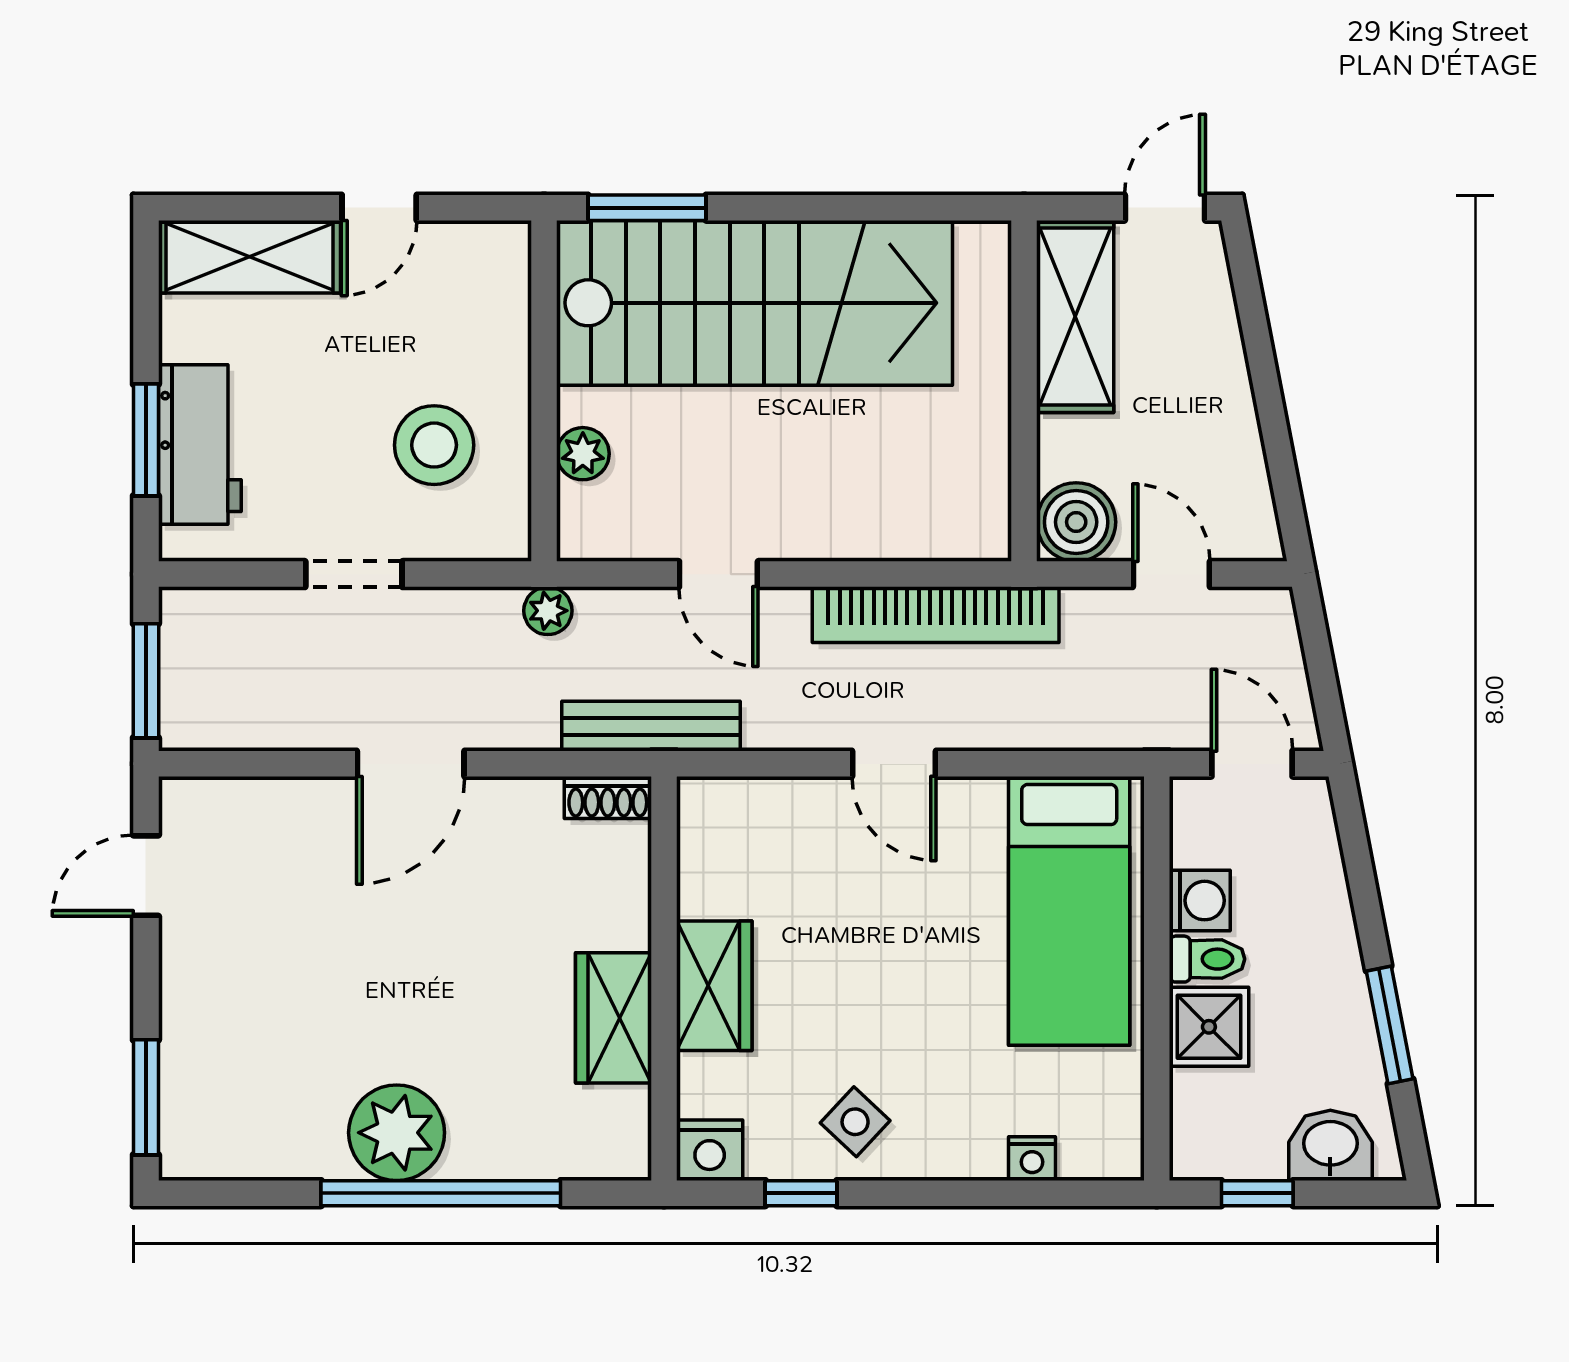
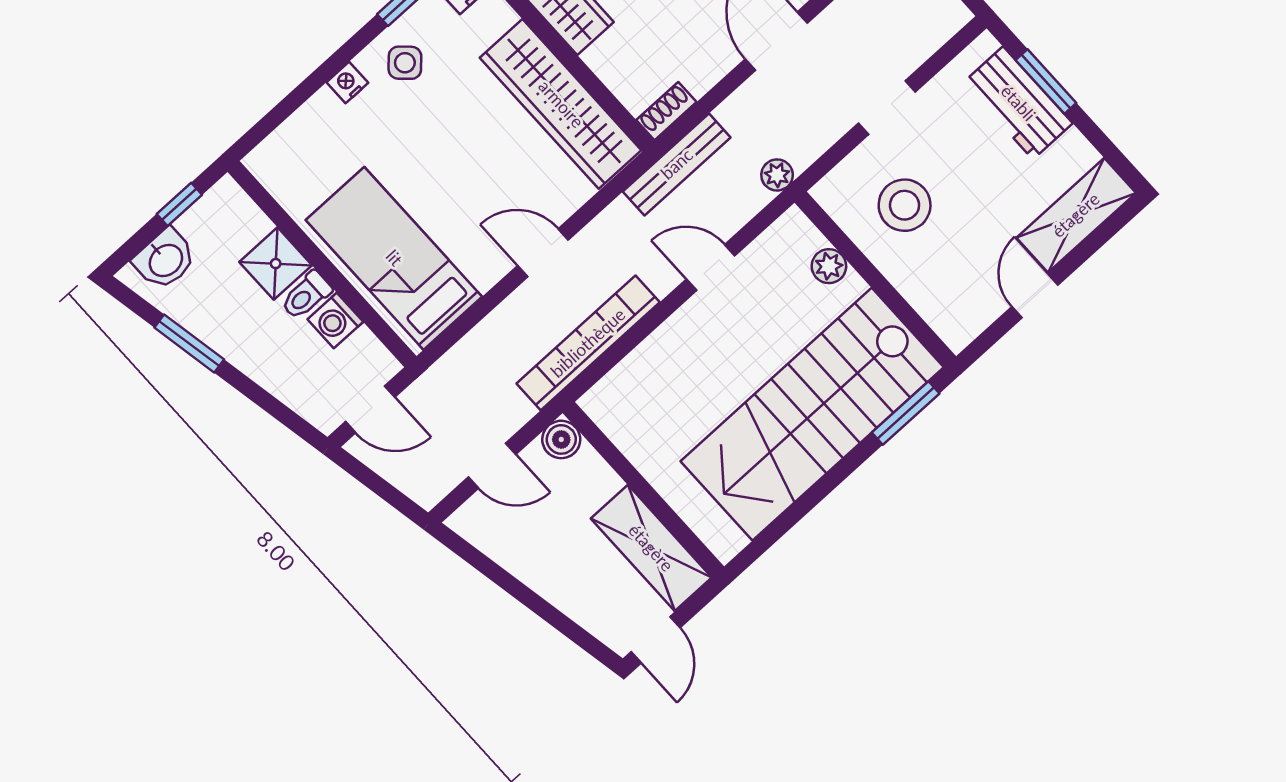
boiler: (1076, 522) -> (561, 439), width x0.73, depth x0.73
wardrobe: (714, 986) -> (561, 104), width x2.10, depth x1.17
nightstand: (1032, 1159) -> (347, 83), moved

